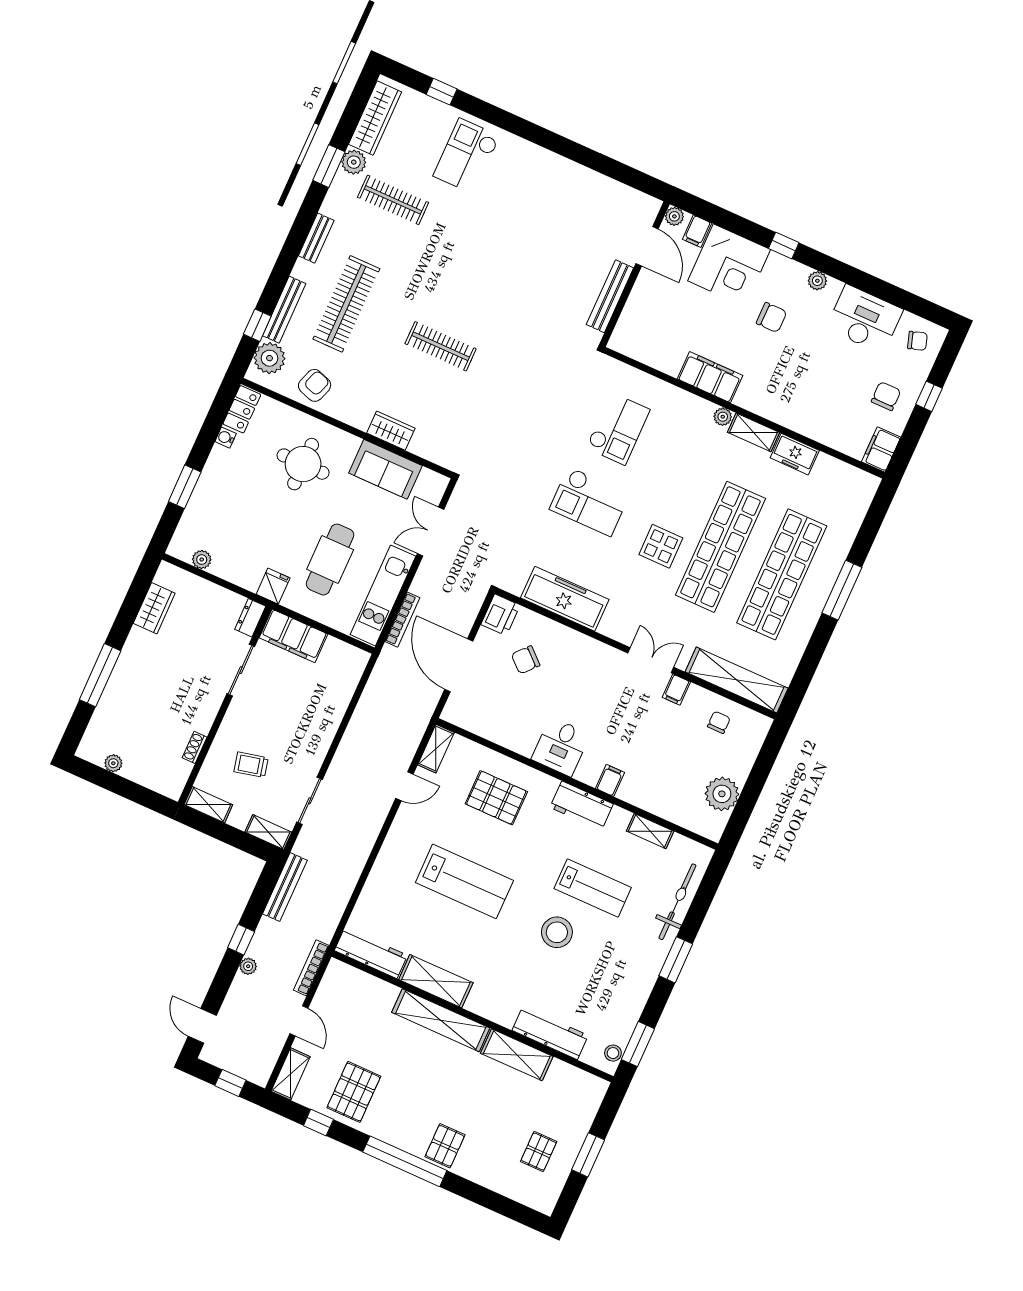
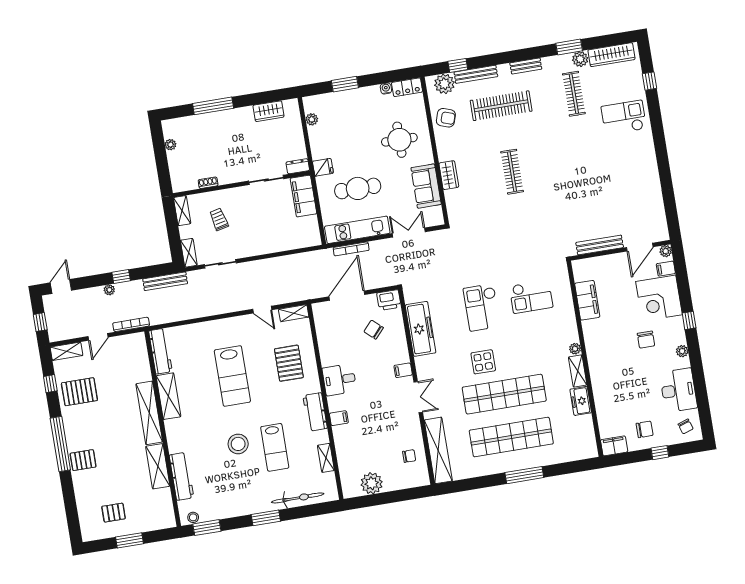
filing cabinet: (710, 377) -> (587, 300), moved
filing cabinet: (676, 690) -> (403, 370), moved

